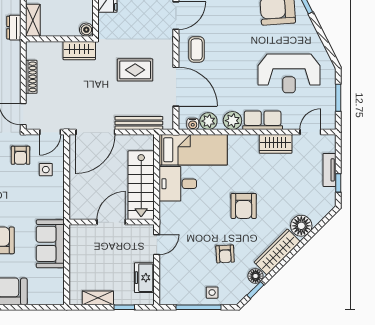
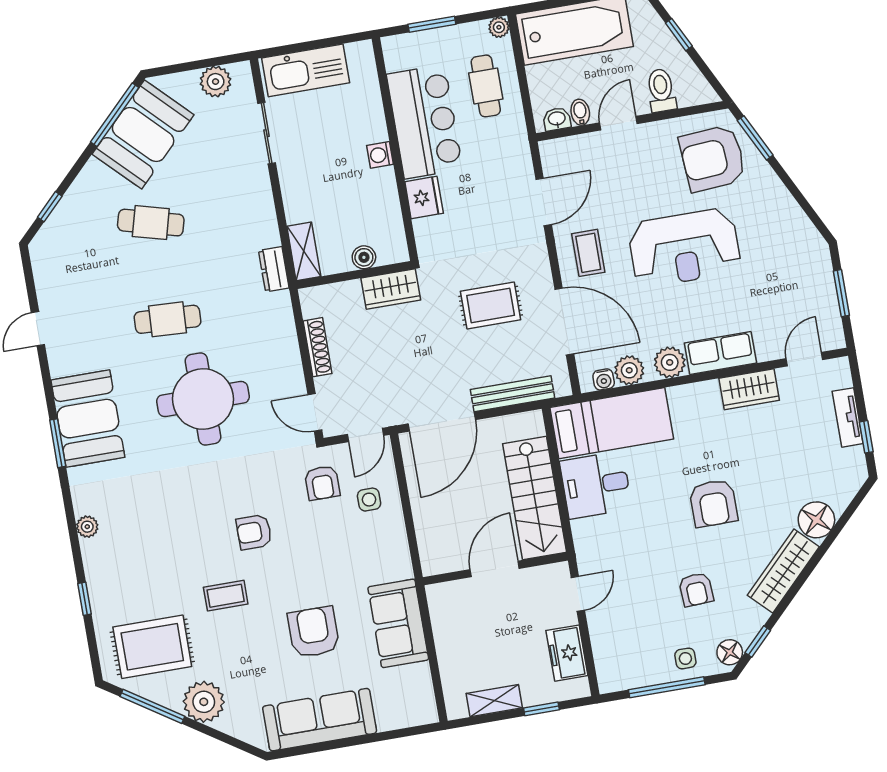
boiler: (86, 30) -> (364, 257), moved
reception desk: (289, 73) -> (684, 248), moved
floor lamp: (256, 276) -> (730, 652), moved

